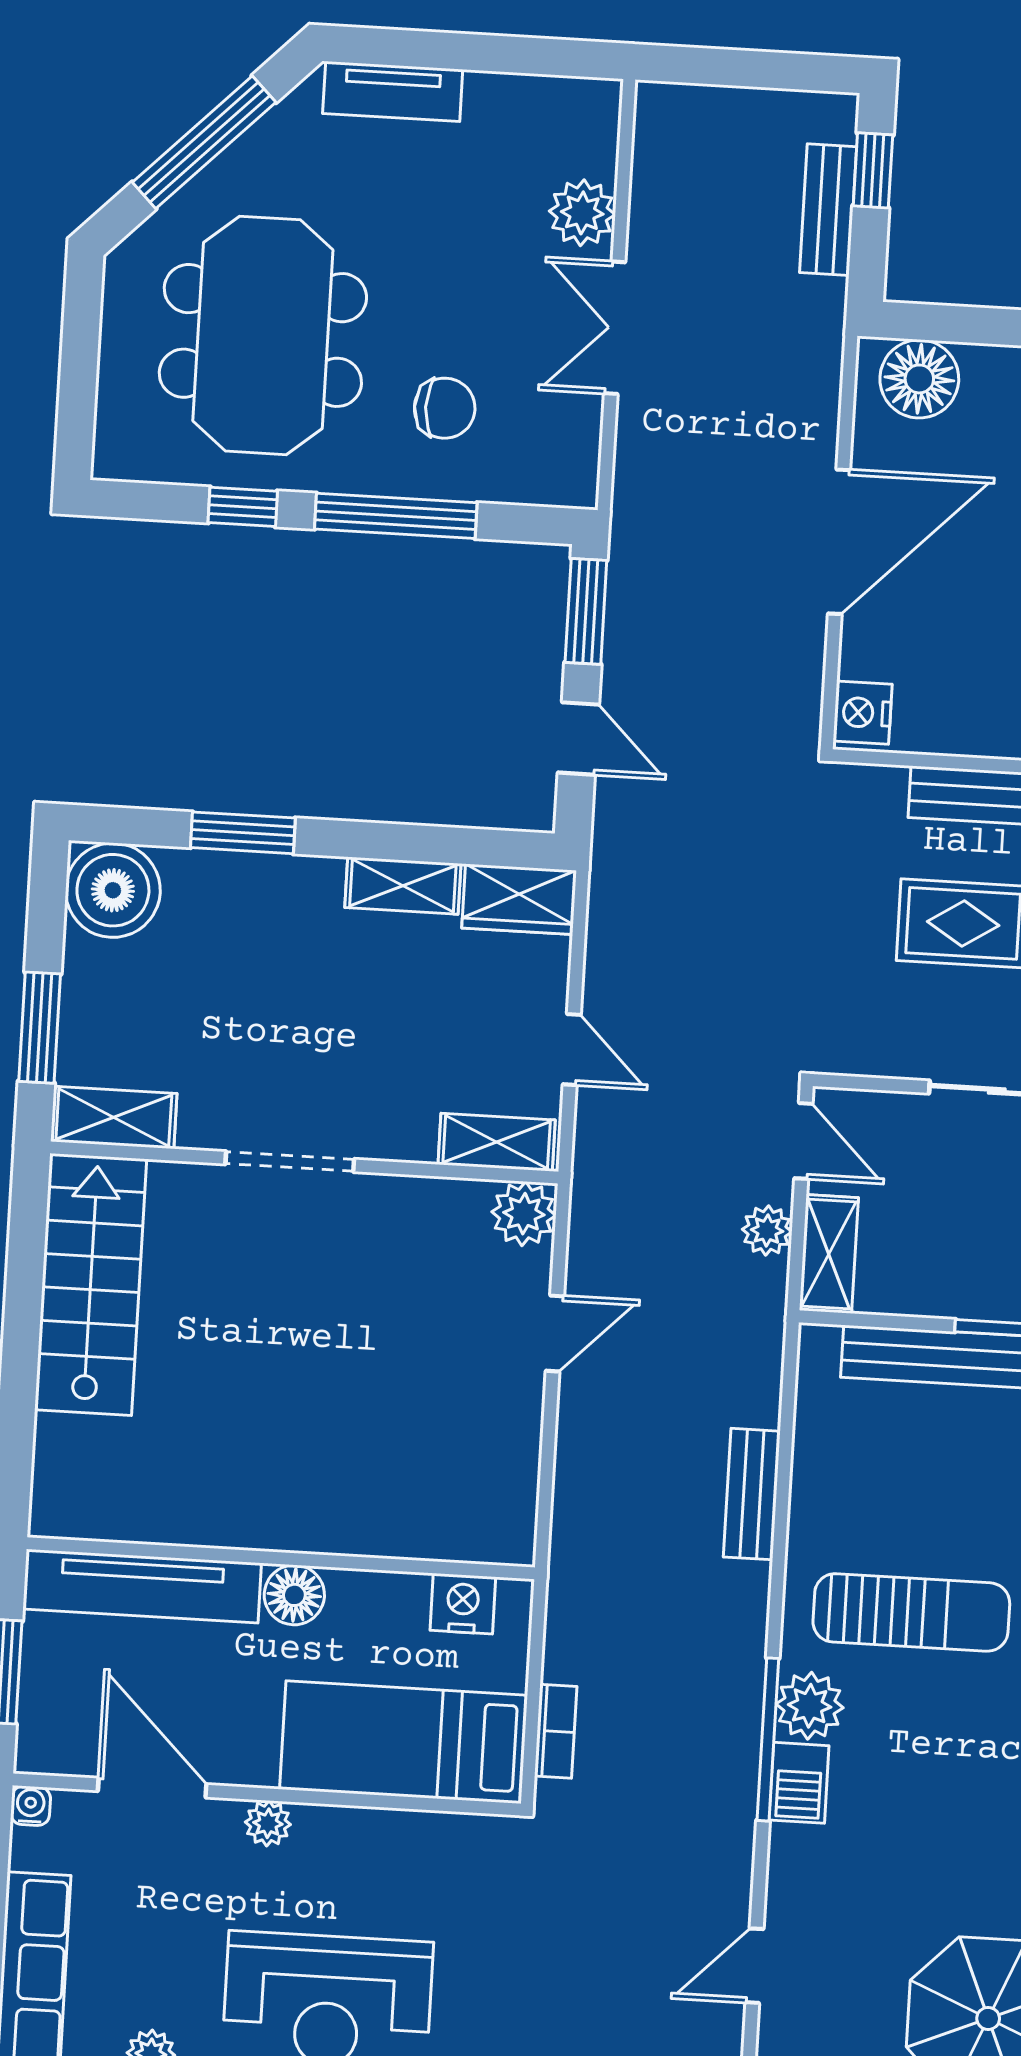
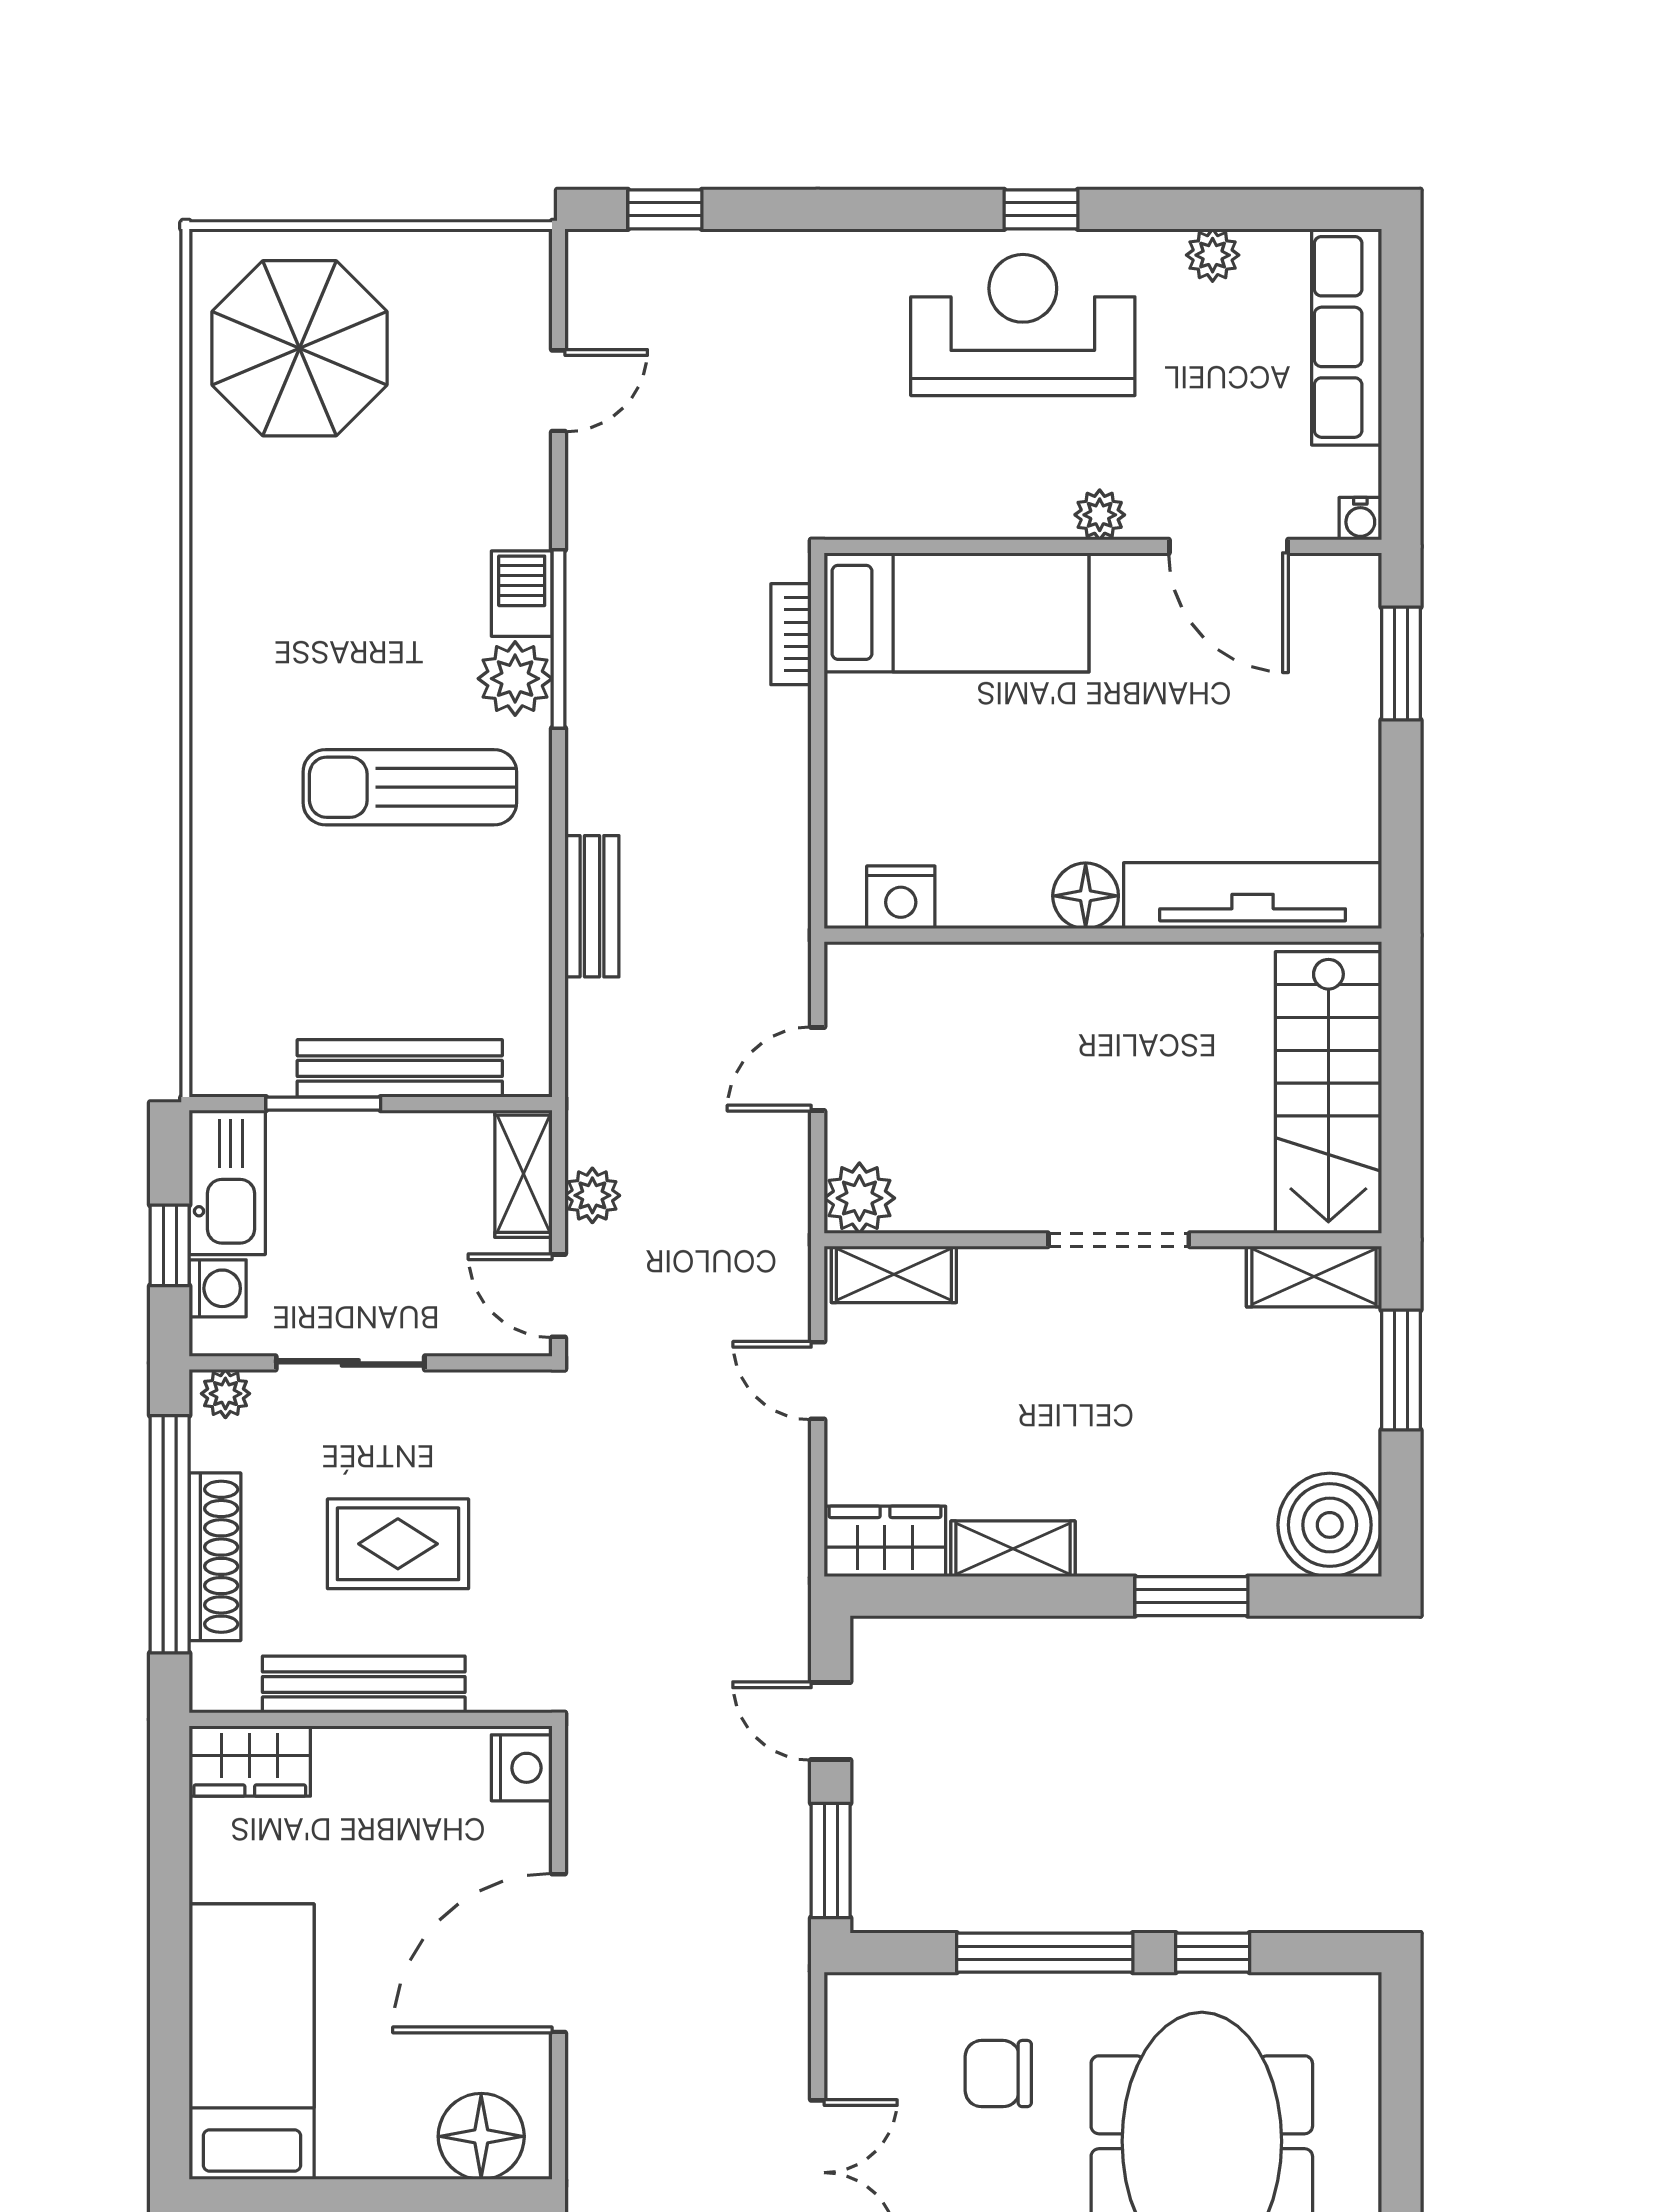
wall: (281, 1558) -> (1103, 935), moved
tv unit: (142, 1586) -> (1253, 896), moved
floor lamp: (294, 1595) -> (1086, 896), moved
nightstand: (463, 1604) -> (901, 897), moved

